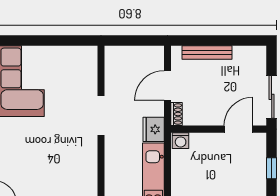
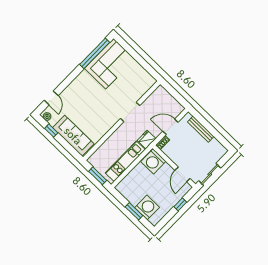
door: (238, 129) -> (182, 174), swing flipped
washing machine: (181, 141) -> (153, 161), width x1.89, depth x1.89

